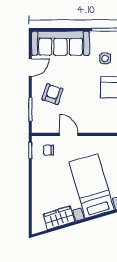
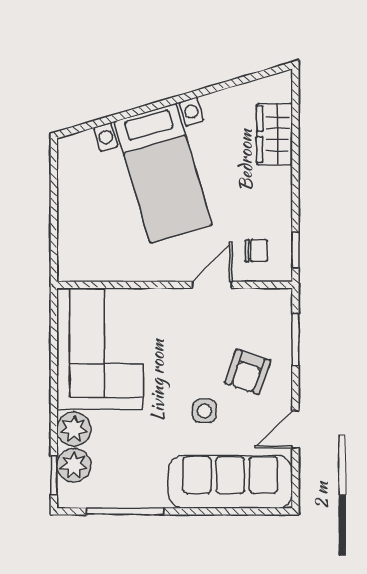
side table: (105, 58) -> (204, 411), moved
door: (69, 134) -> (212, 285), swing flipped
wardrobe: (59, 218) -> (275, 134), moved, turned 107

